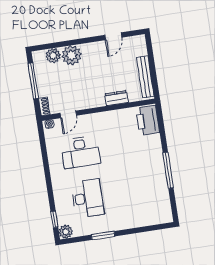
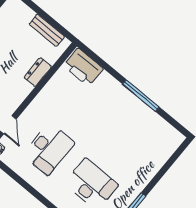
bench: (145, 77) -> (47, 30), width x0.73

